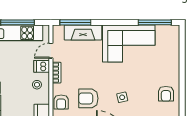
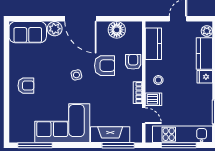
door: (51, 51) -> (144, 116), hinge flipped
armchair: (166, 94) -> (26, 86), moved, turned 90
side table: (122, 97) -> (76, 75), moved

